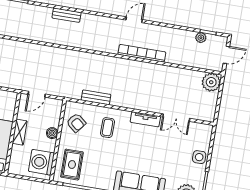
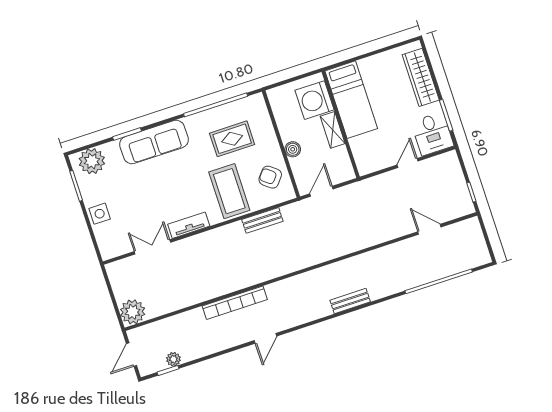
door: (37, 94) -> (321, 191), moved
coffee table: (107, 128) -> (229, 191), width x1.86, depth x1.72
washing machine: (41, 162) -> (315, 100), moved, turned 180
rug: (72, 165) -> (232, 139), moved, turned 90

